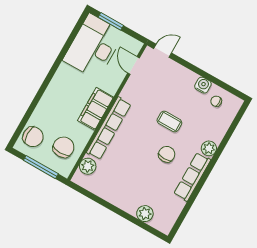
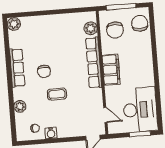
chair: (33, 137) -> (140, 23), turned 90
plant: (209, 148) -> (20, 106), moved
plant: (145, 214) -> (14, 24), moved

